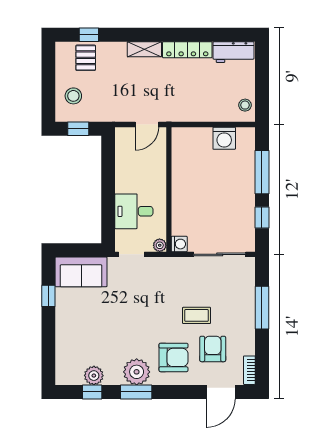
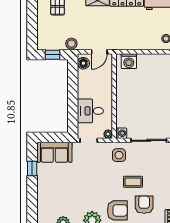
stool: (73, 96) -> (71, 44), moved
washing machine: (224, 138) -> (129, 61), moved
floor lamp: (124, 141) -> (83, 63), added
side table: (176, 276) -> (119, 155), added

